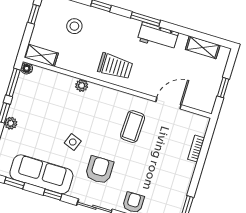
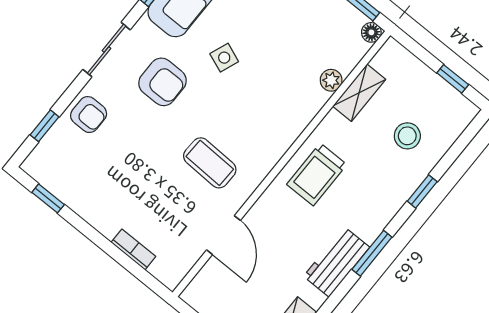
shelving: (41, 55) -> (359, 93), moved
plant: (82, 86) -> (331, 80), moved

